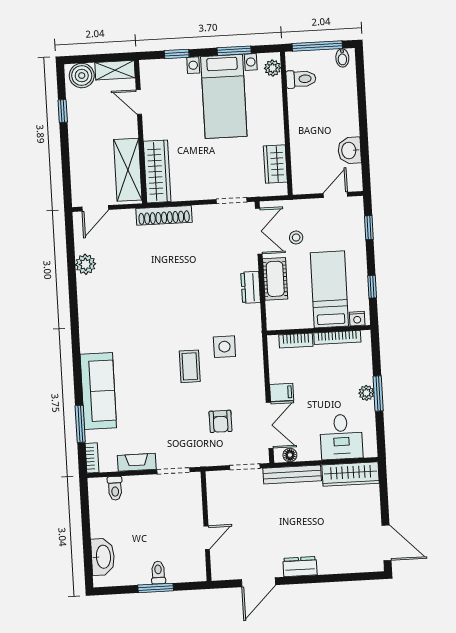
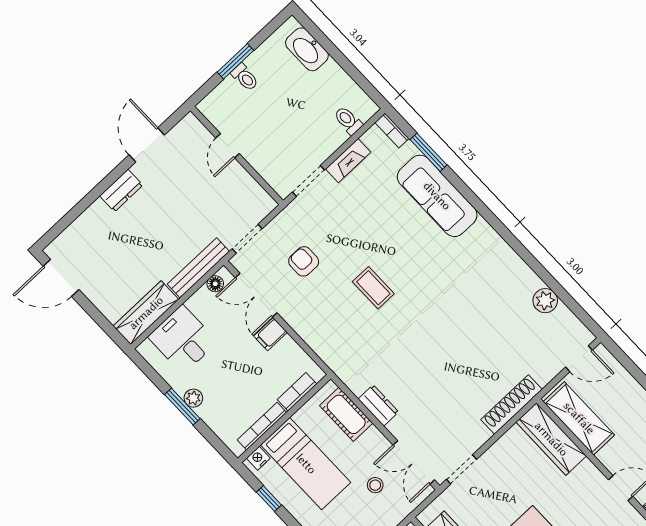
door: (95, 208) -> (579, 359), swing flipped
cot: (275, 279) -> (346, 414), moved
side table: (224, 347) -> (357, 332), removed

